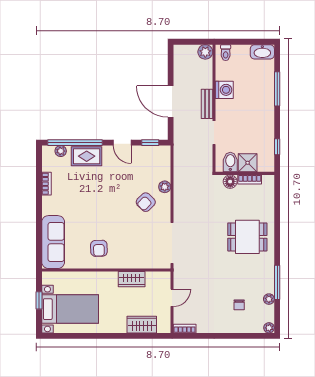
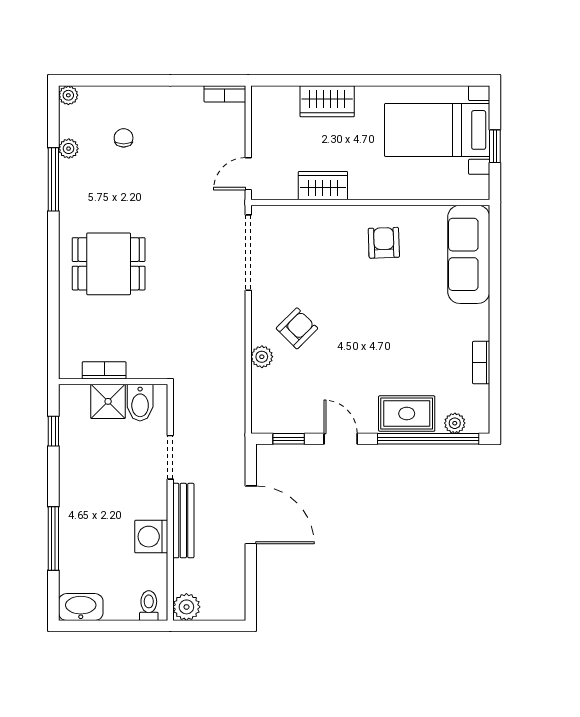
bench: (207, 104) -> (183, 521), width x1.36
floor lamp: (230, 182) -> (141, 366), removed
door: (172, 298) -> (248, 174), moved
wardrobe: (142, 325) -> (327, 101), moved

